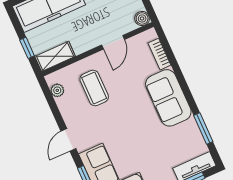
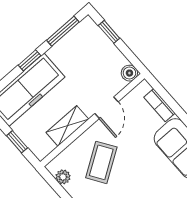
shelving: (55, 56) -> (67, 126), moved
coffee table: (94, 88) -> (101, 162), turned 57

